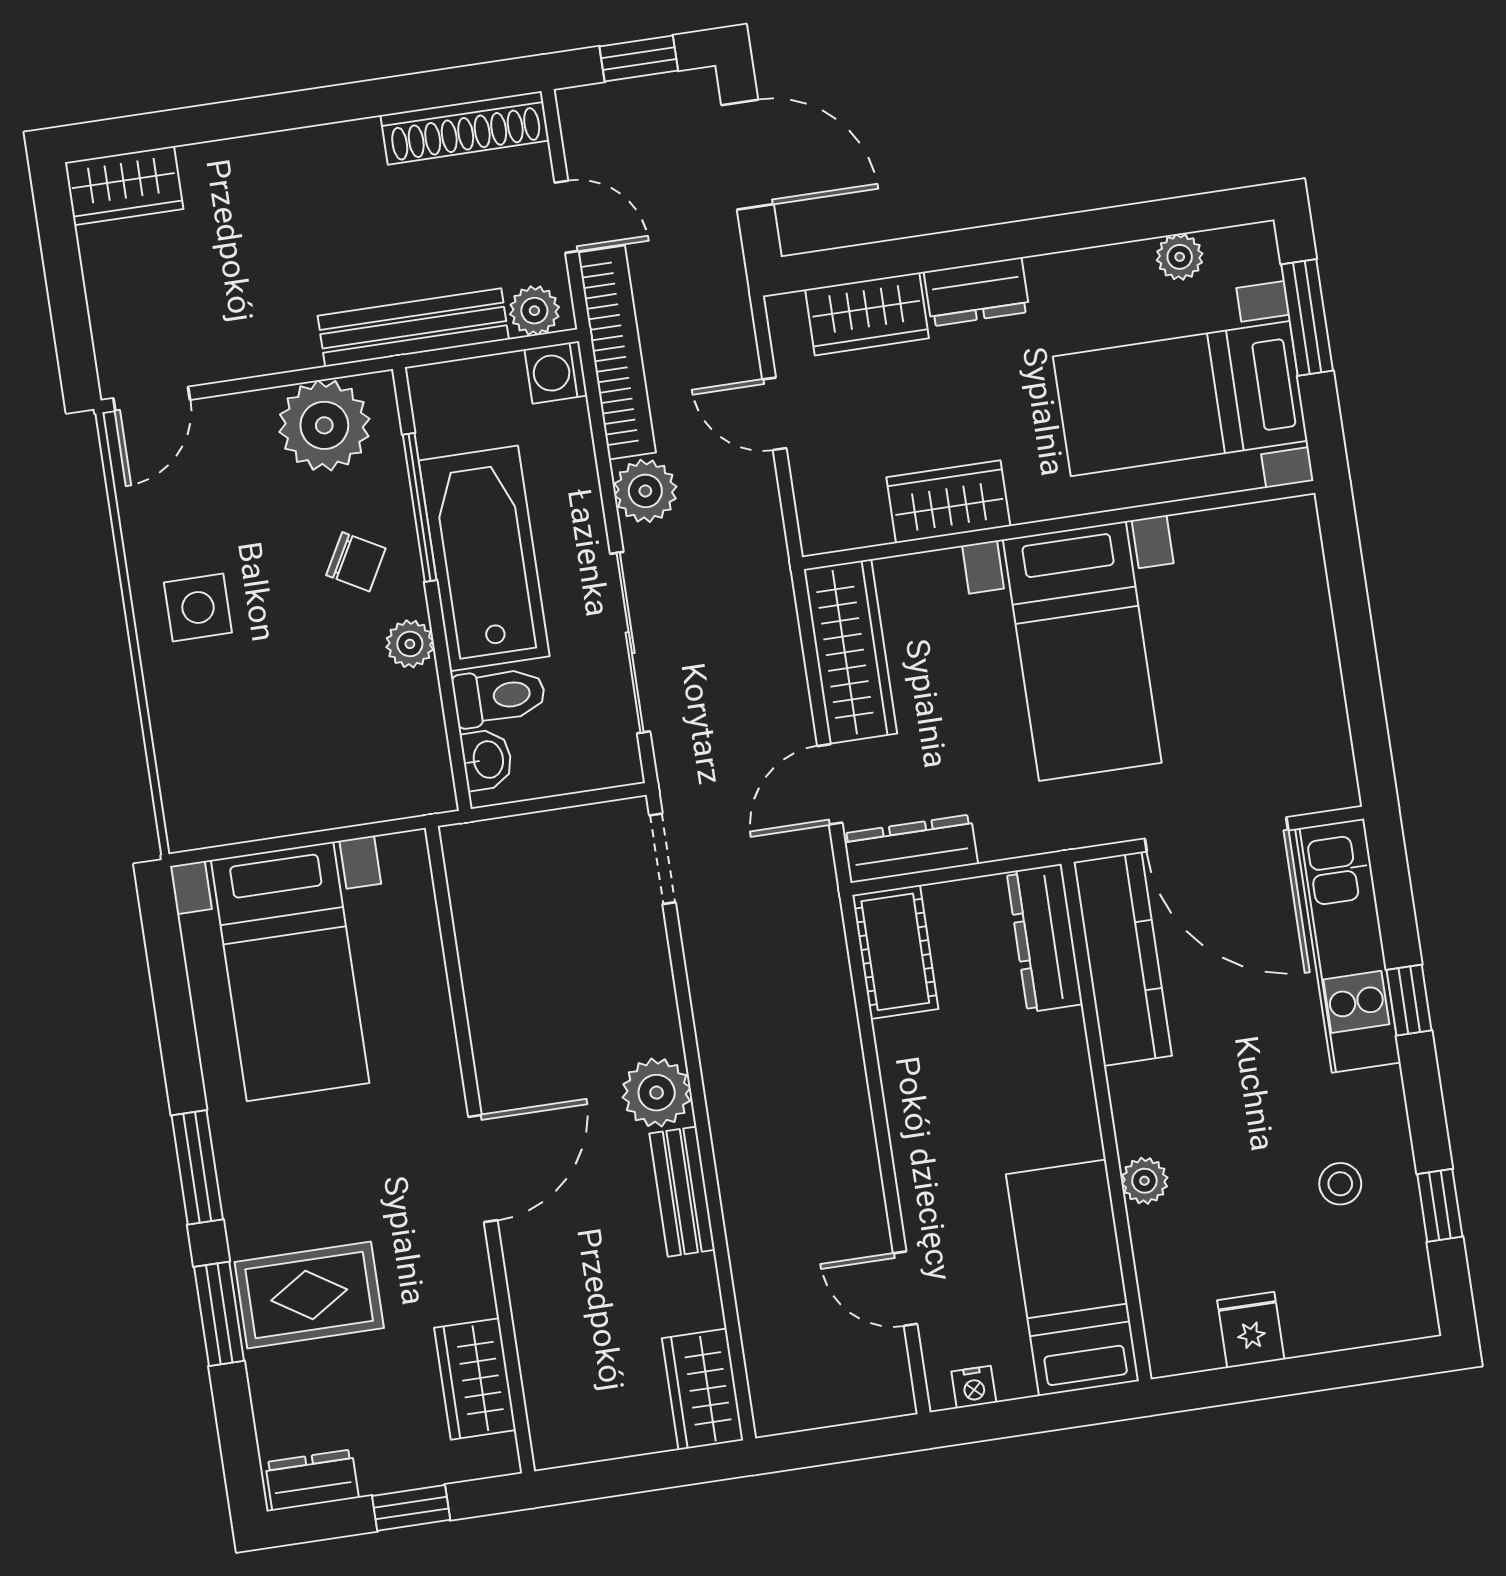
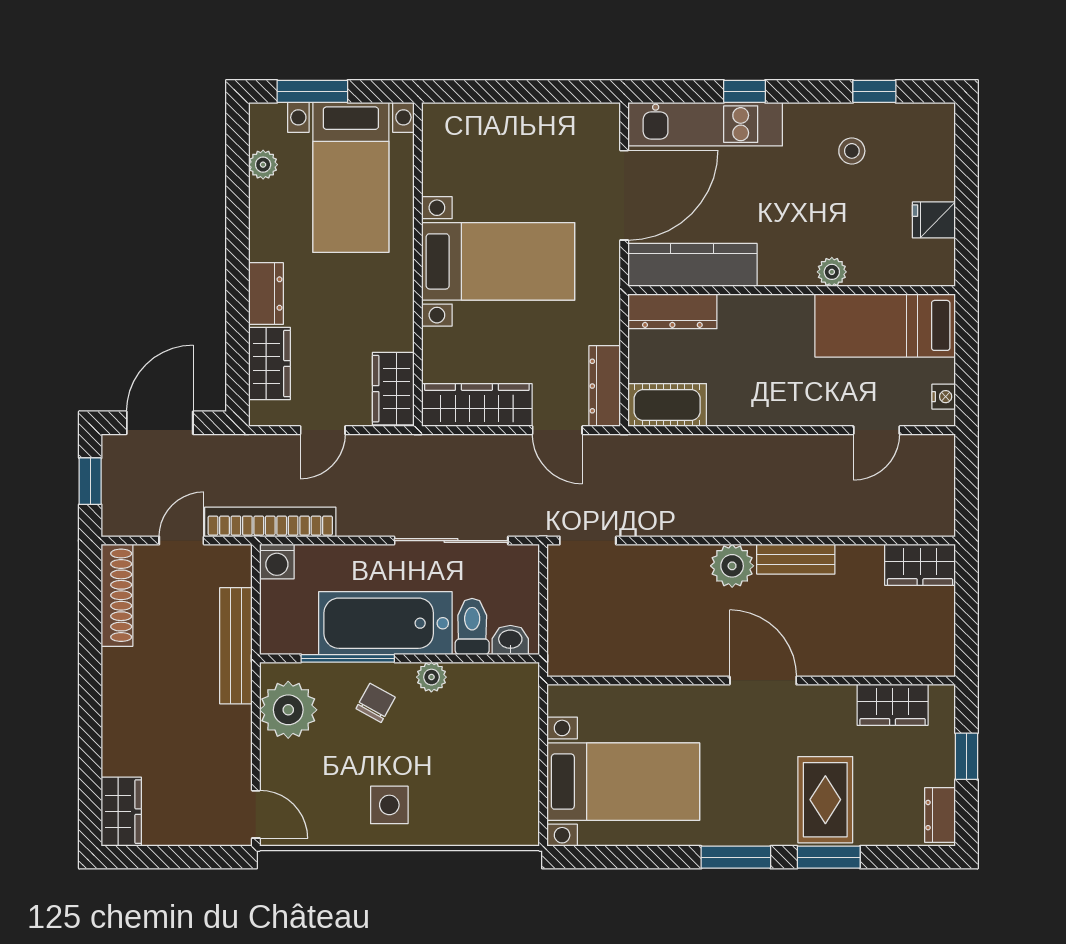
plant: (534, 311) -> (237, 569), removed
plant: (645, 491) -> (359, 517), removed
wardrobe: (948, 502) -> (393, 389), moved

